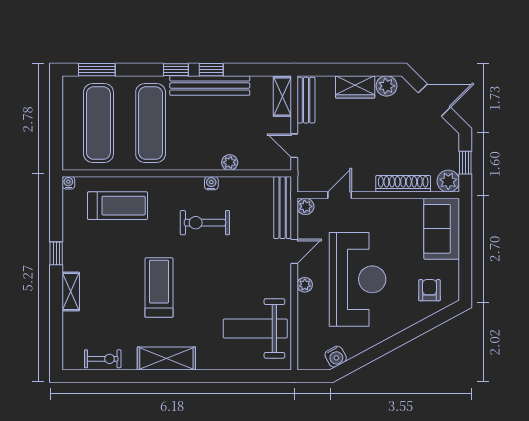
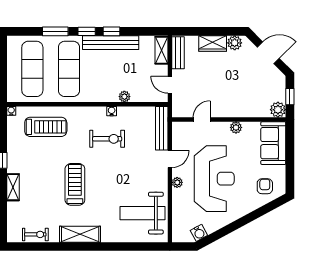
window: (97, 70) -> (55, 31), moved
shoe rack: (403, 184) -> (246, 112), removed
plant: (306, 206) -> (236, 127), moved
exercise bike: (205, 223) -> (107, 139), turned 180

